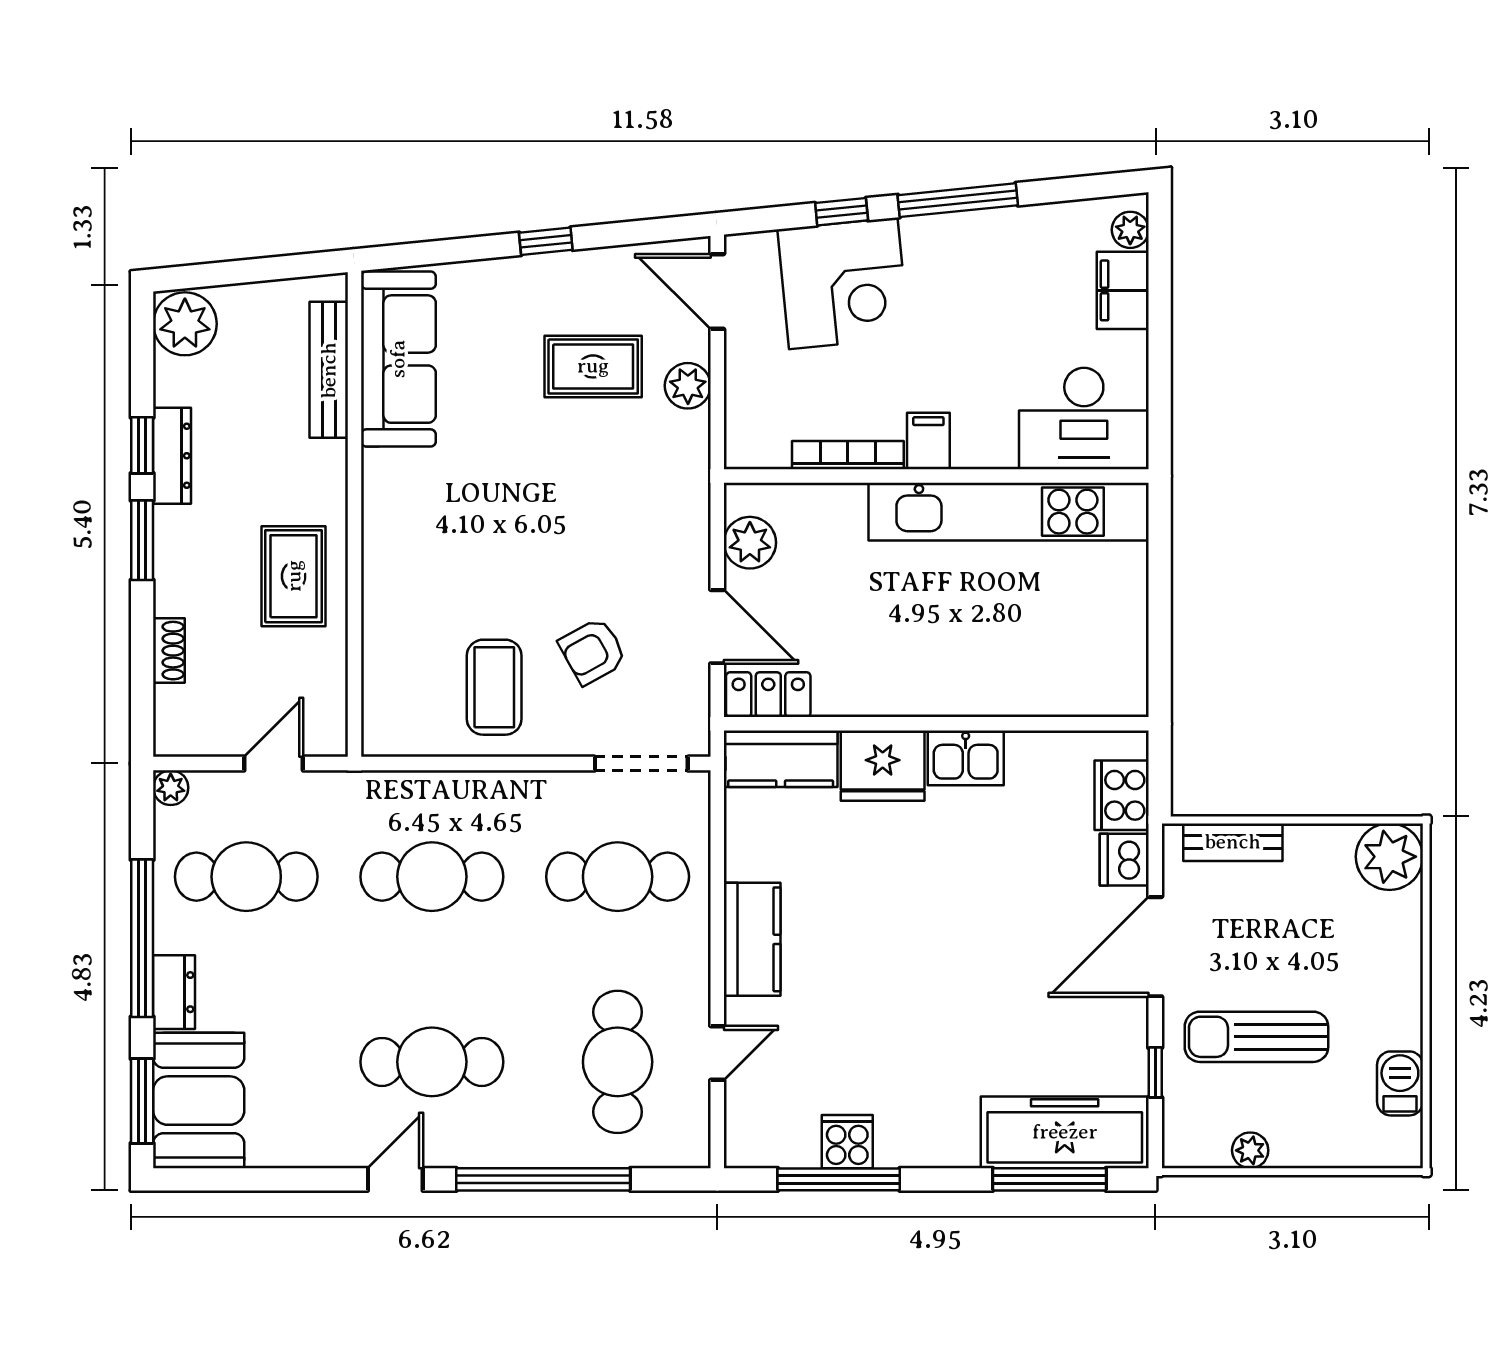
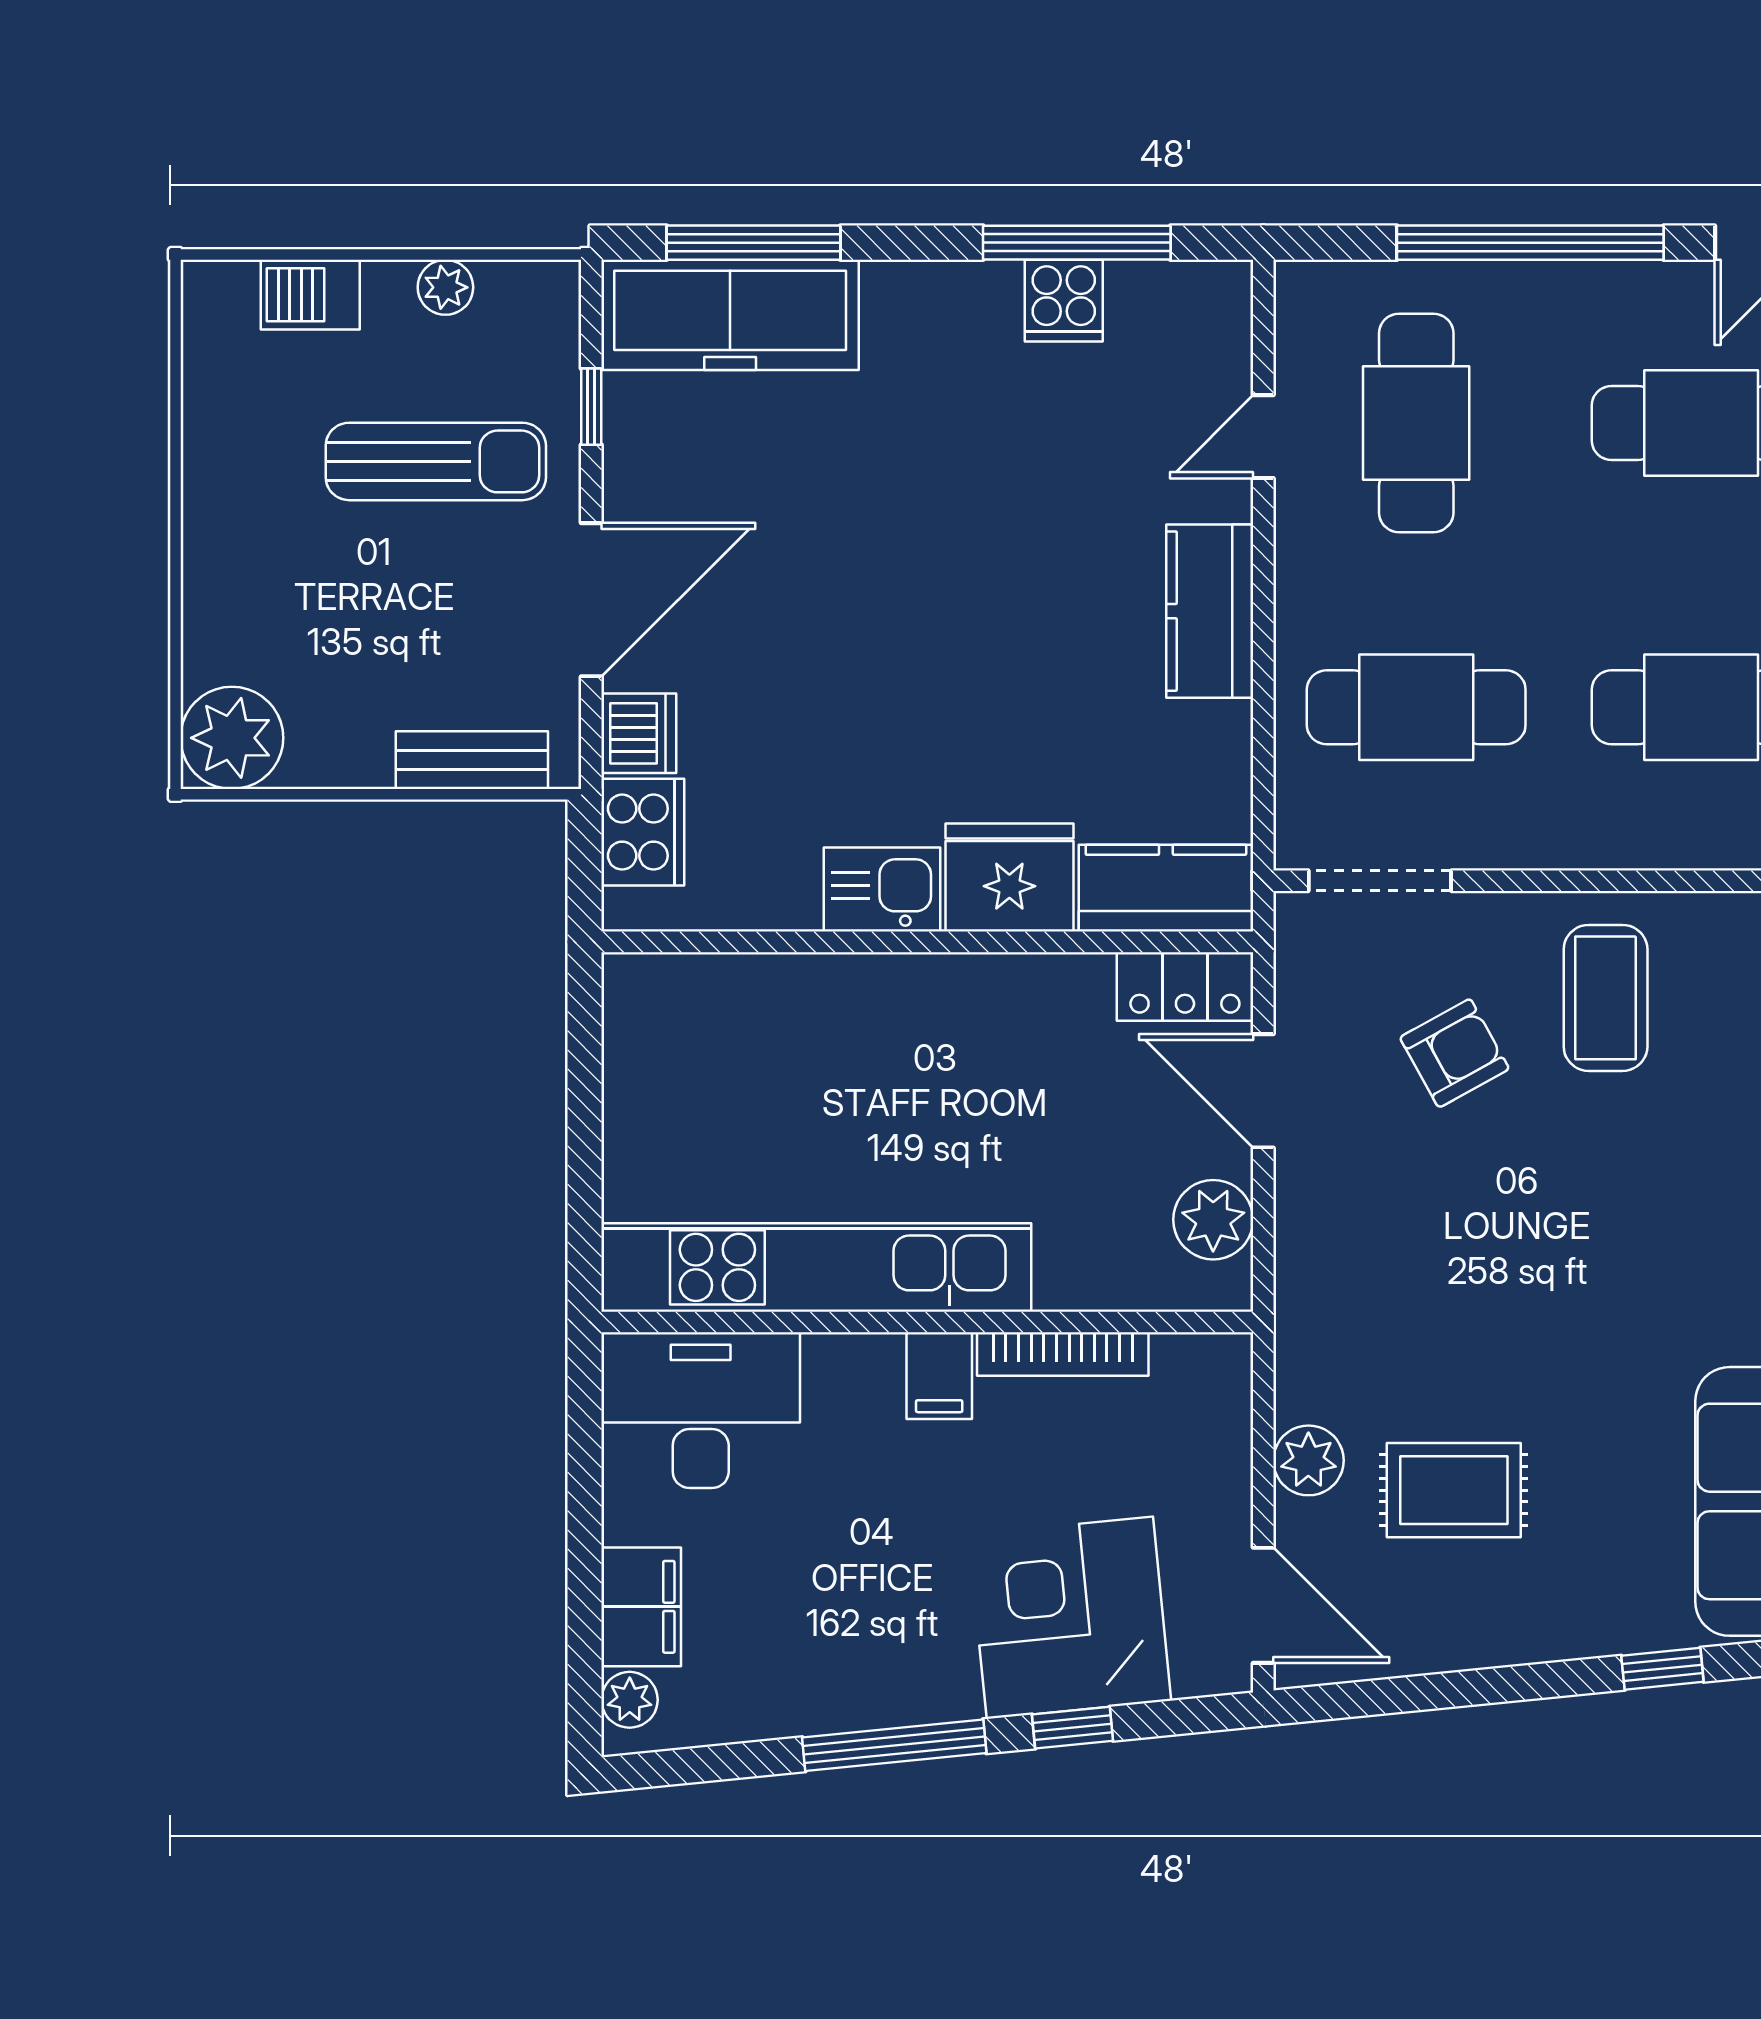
window: (546, 241) -> (1662, 1669), moved
barbecue: (1400, 1083) -> (310, 295), moved, turned 90

